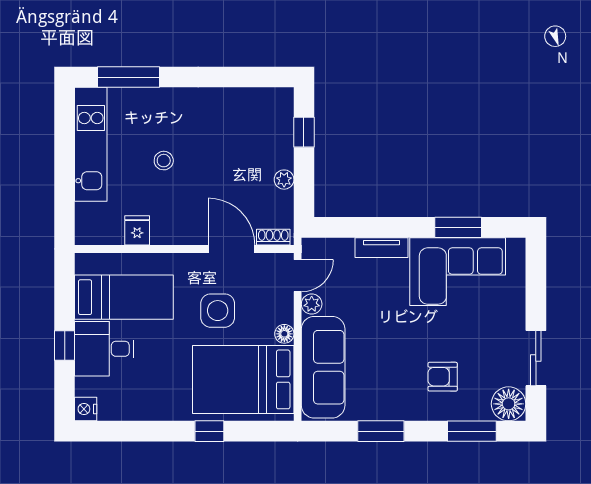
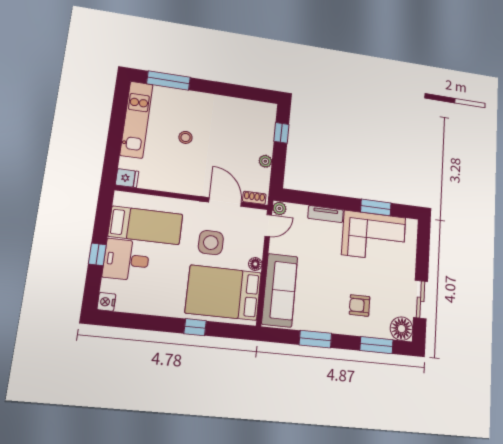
fridge: (137, 230) -> (127, 178), moved, turned 90
plant: (312, 304) -> (279, 208), moved

